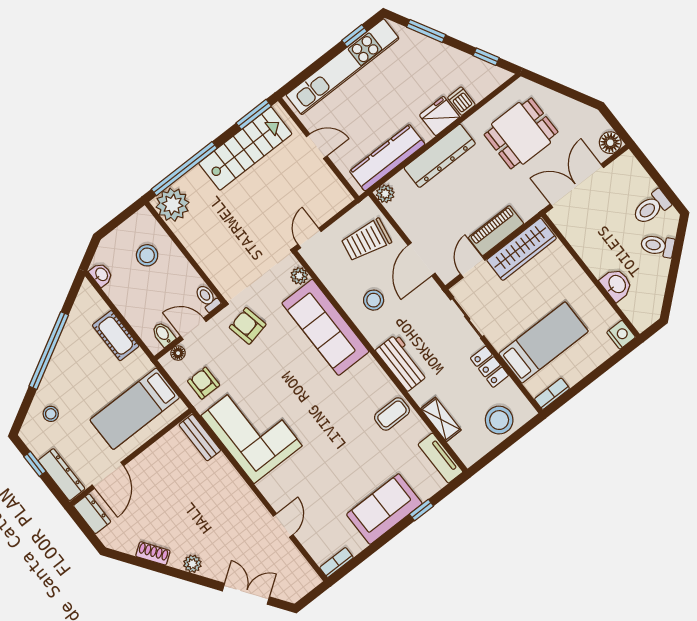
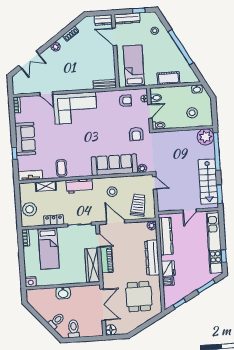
washbasin: (617, 284) -> (63, 293), moved
armchair: (248, 326) -> (136, 134), turned 102
corner sofa: (252, 431) -> (75, 108), moved

